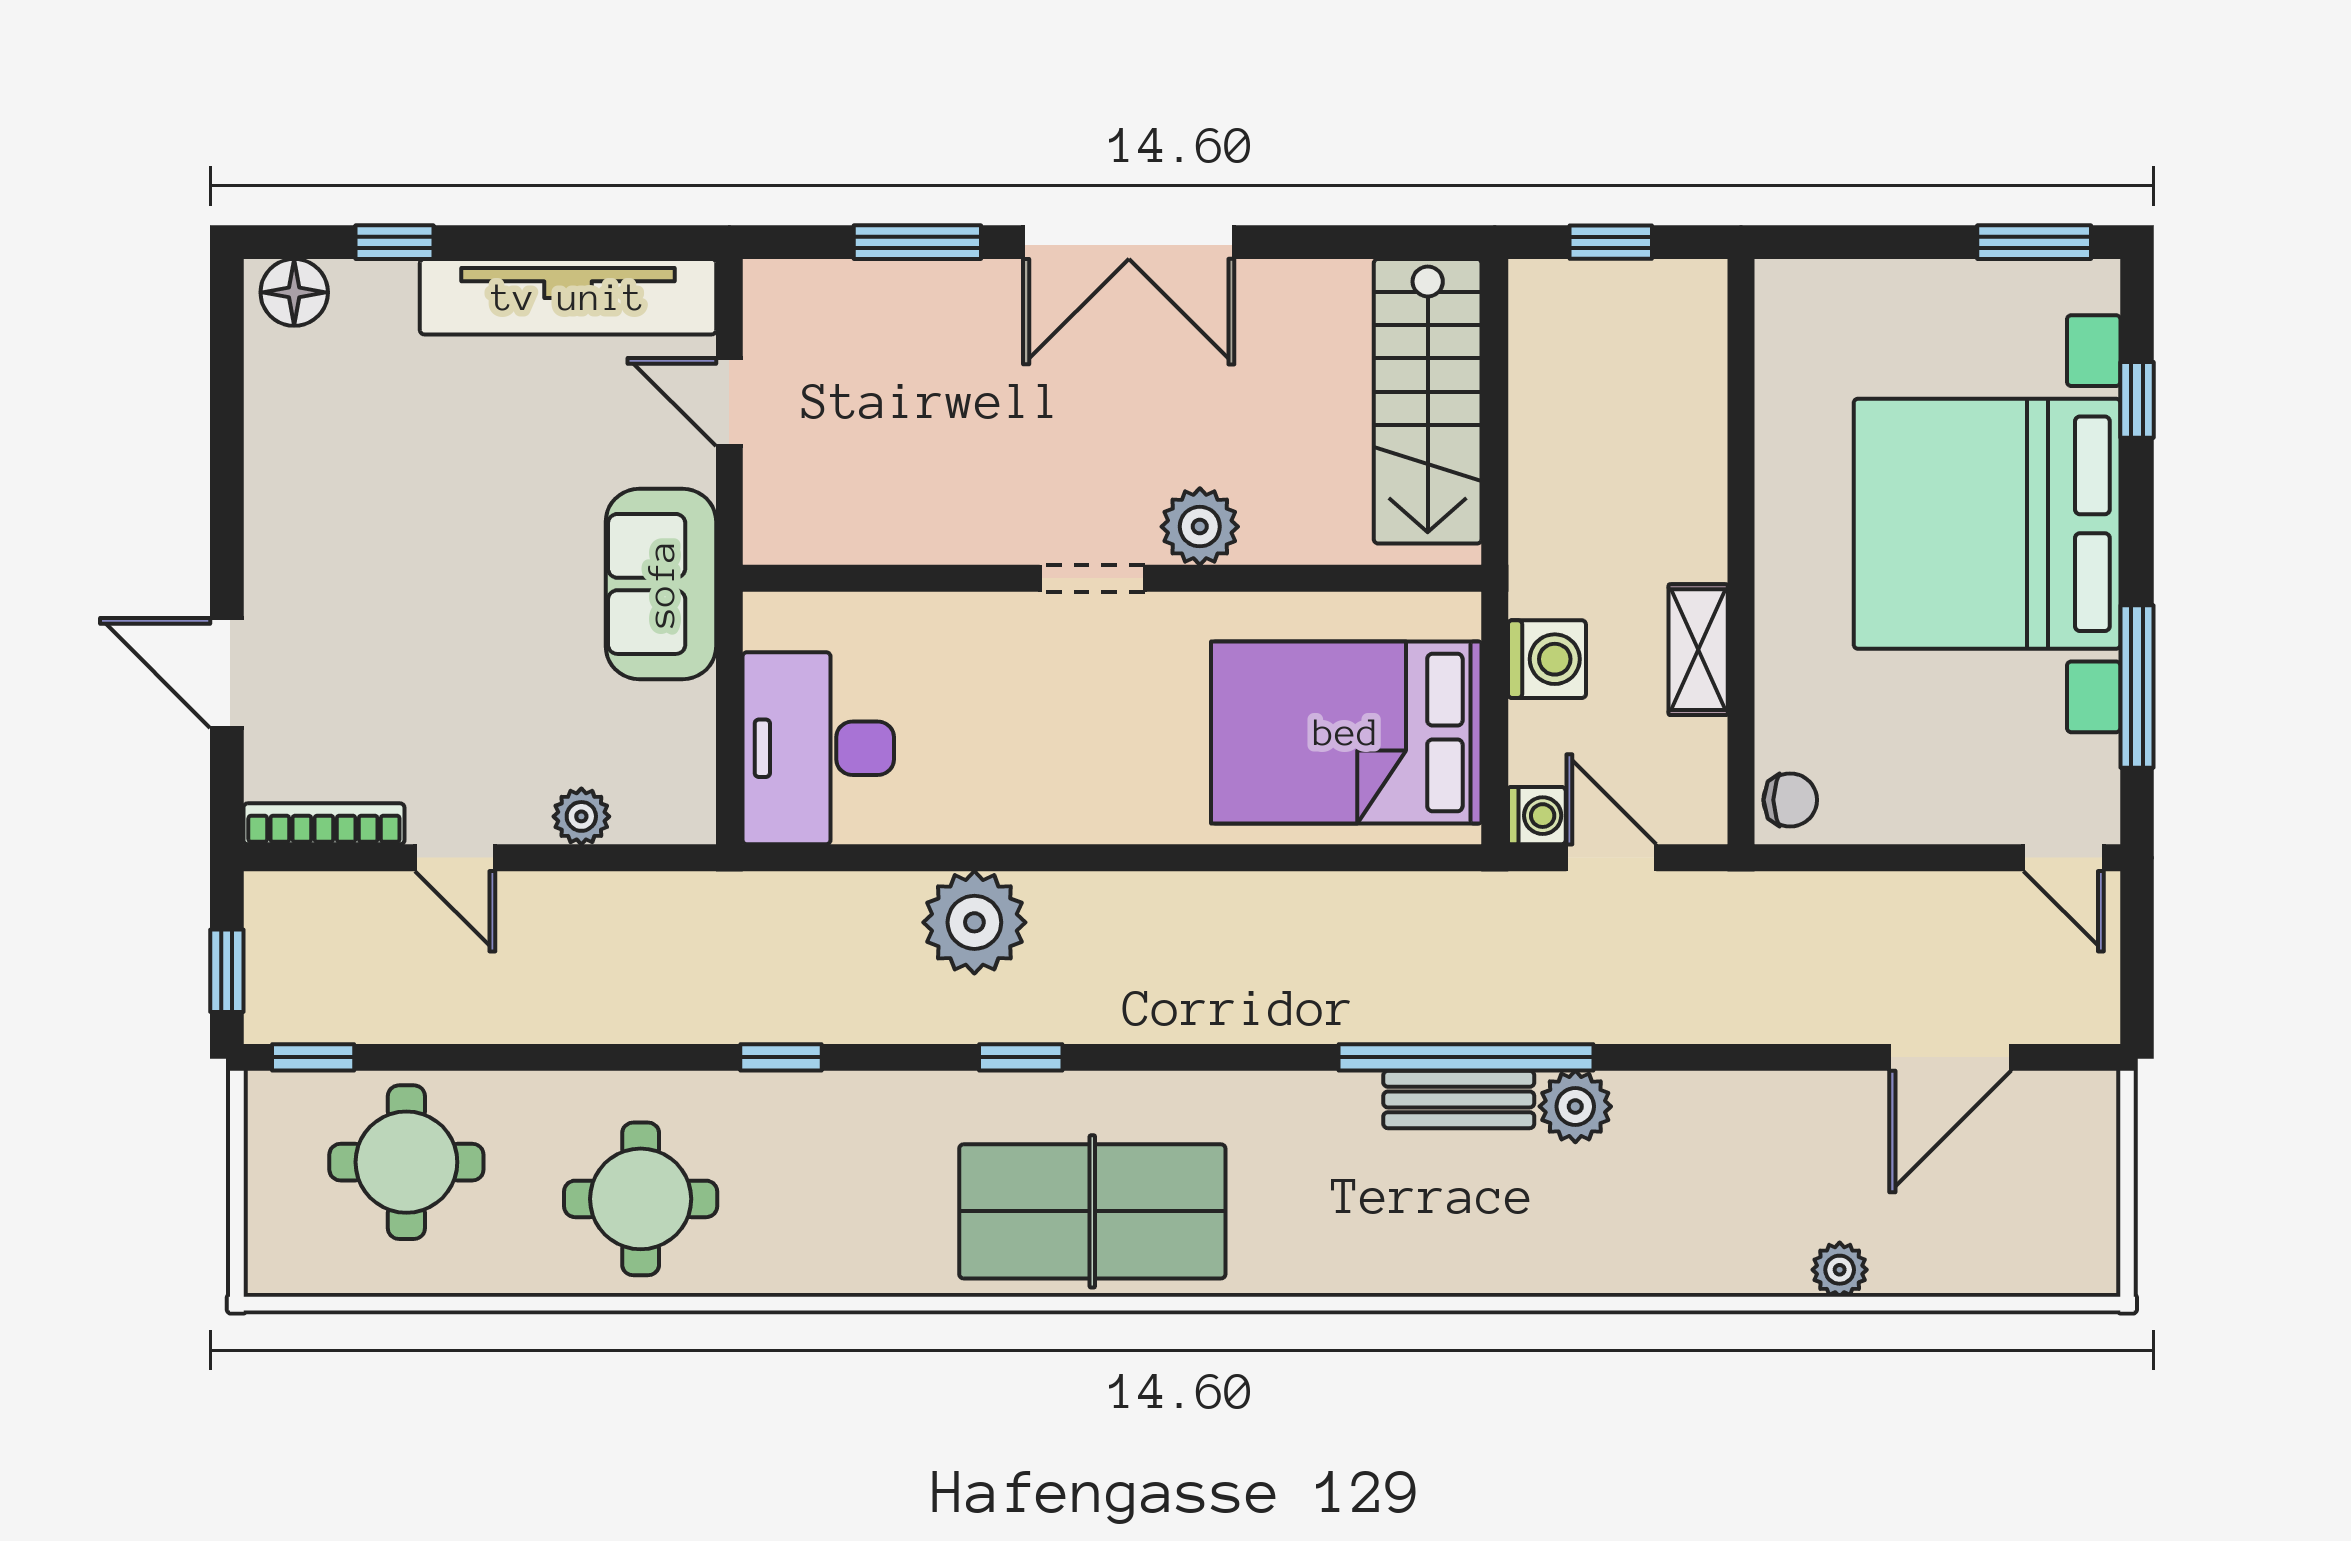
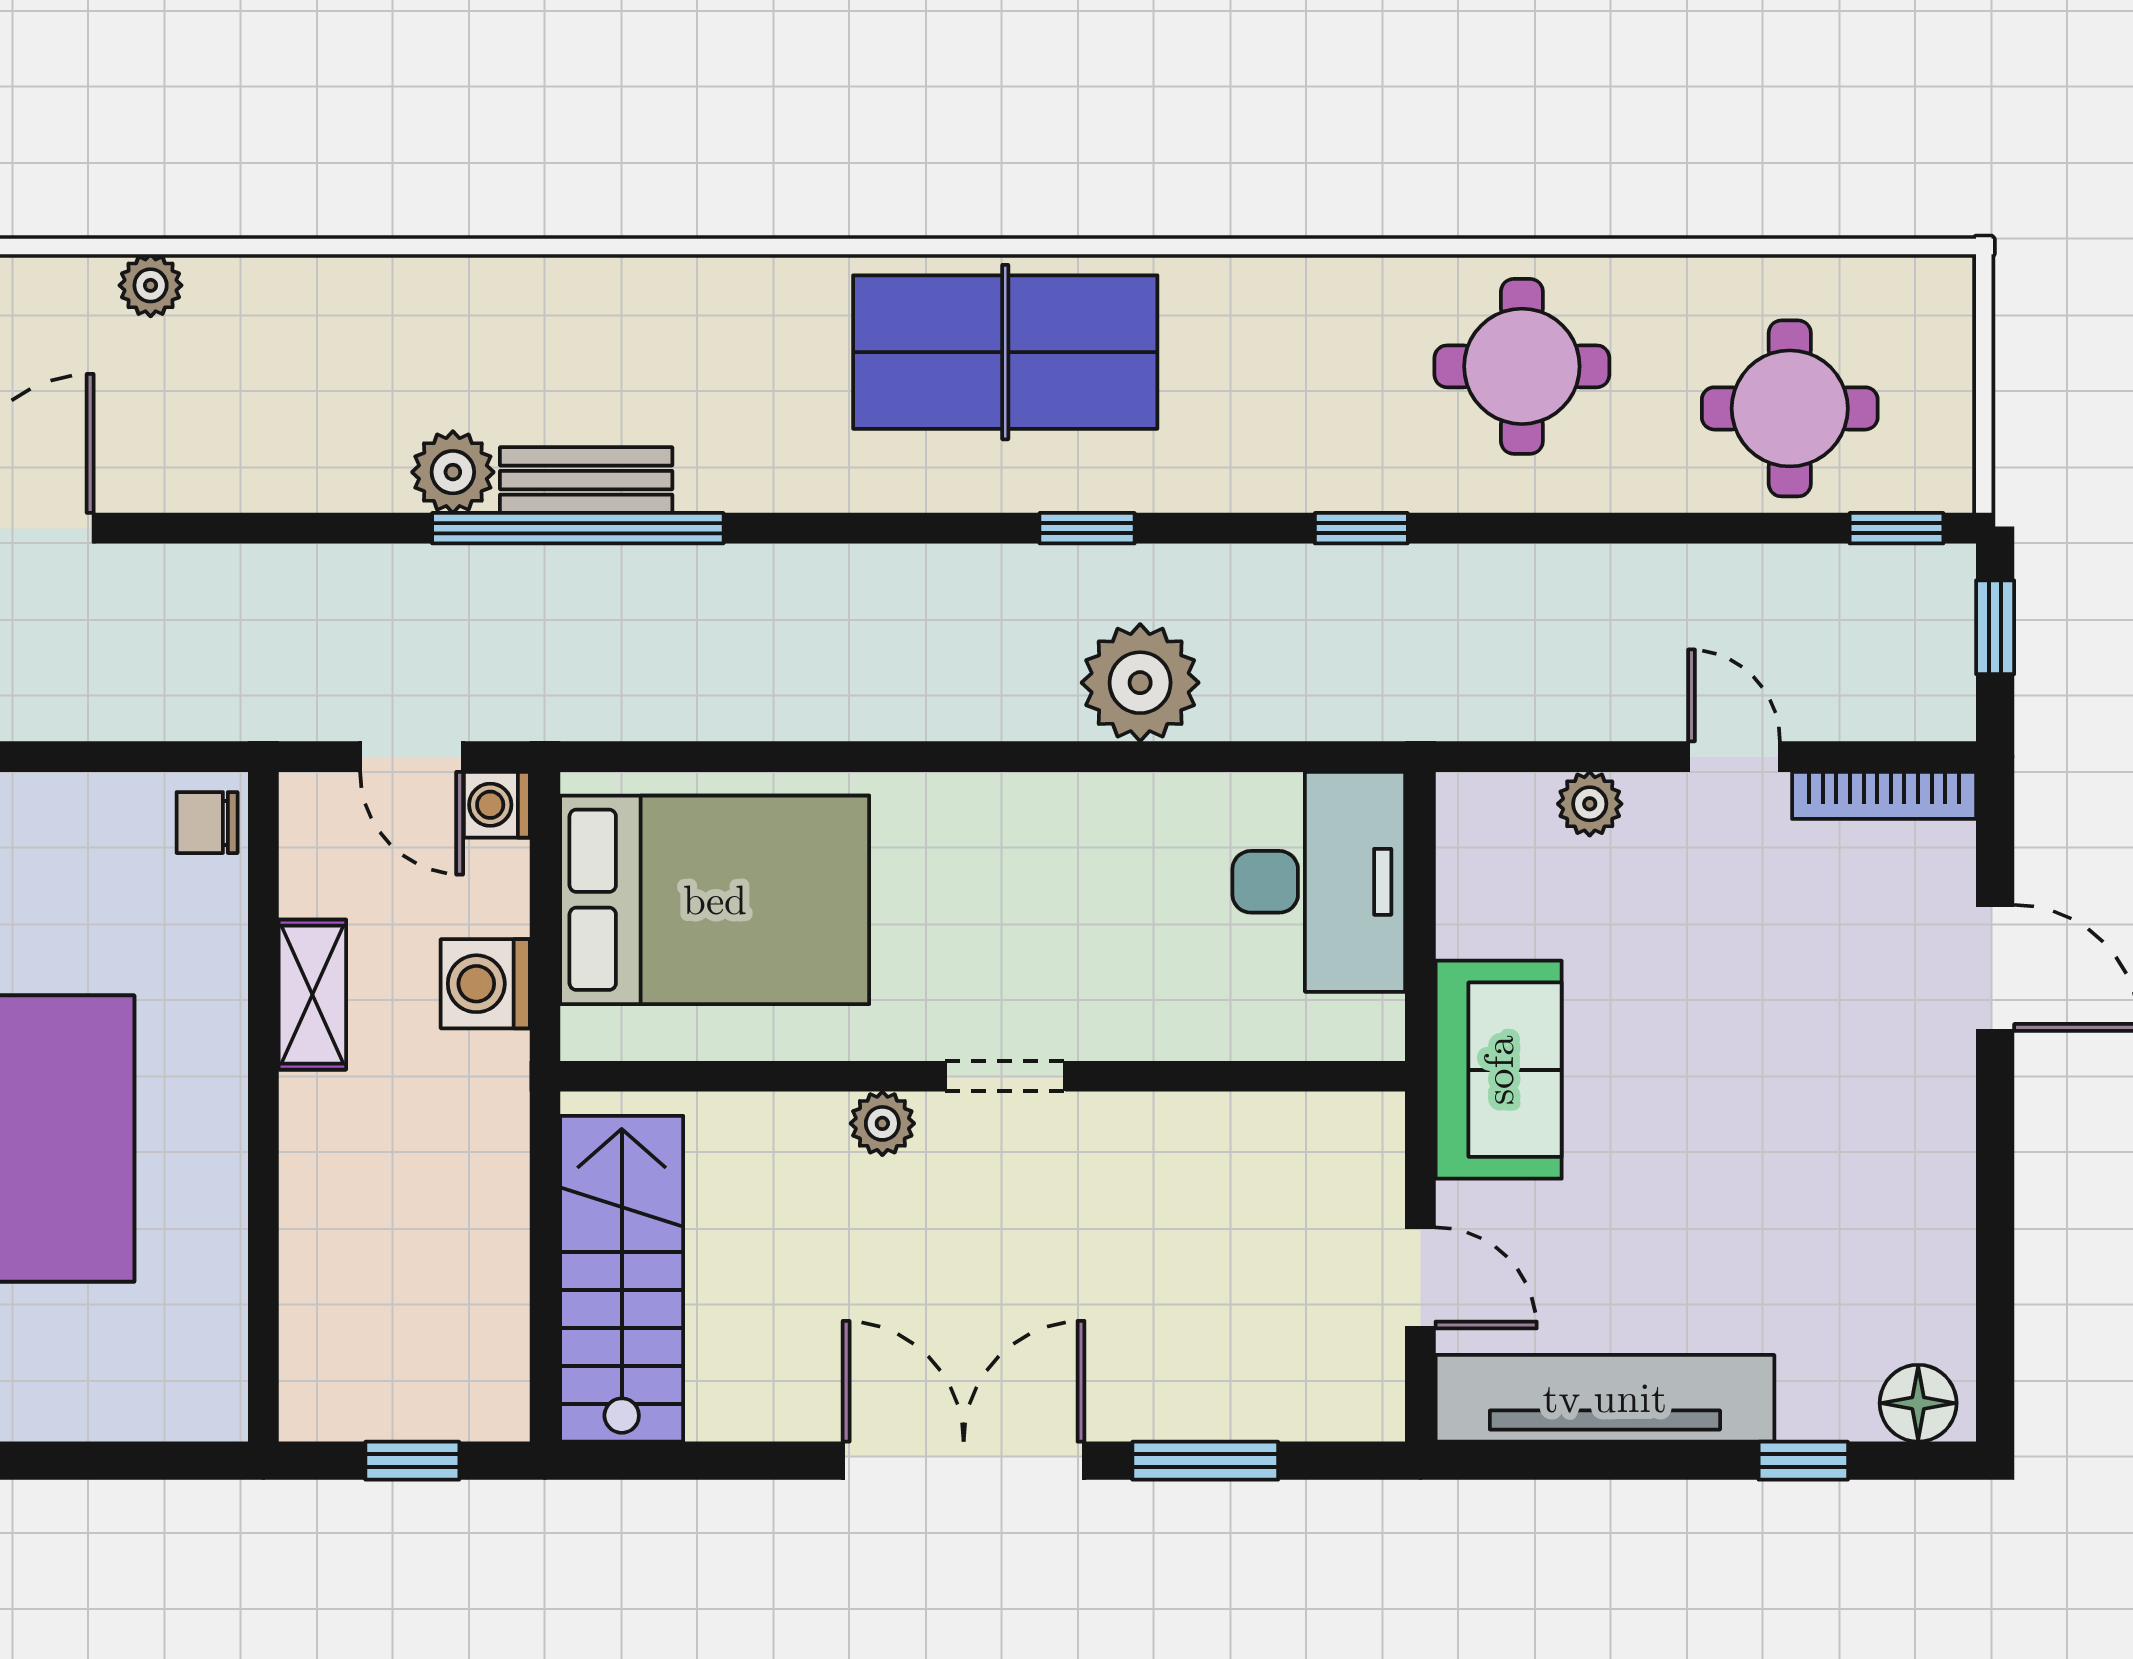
plant: (1200, 527) -> (882, 1123), width x0.73, depth x0.73

